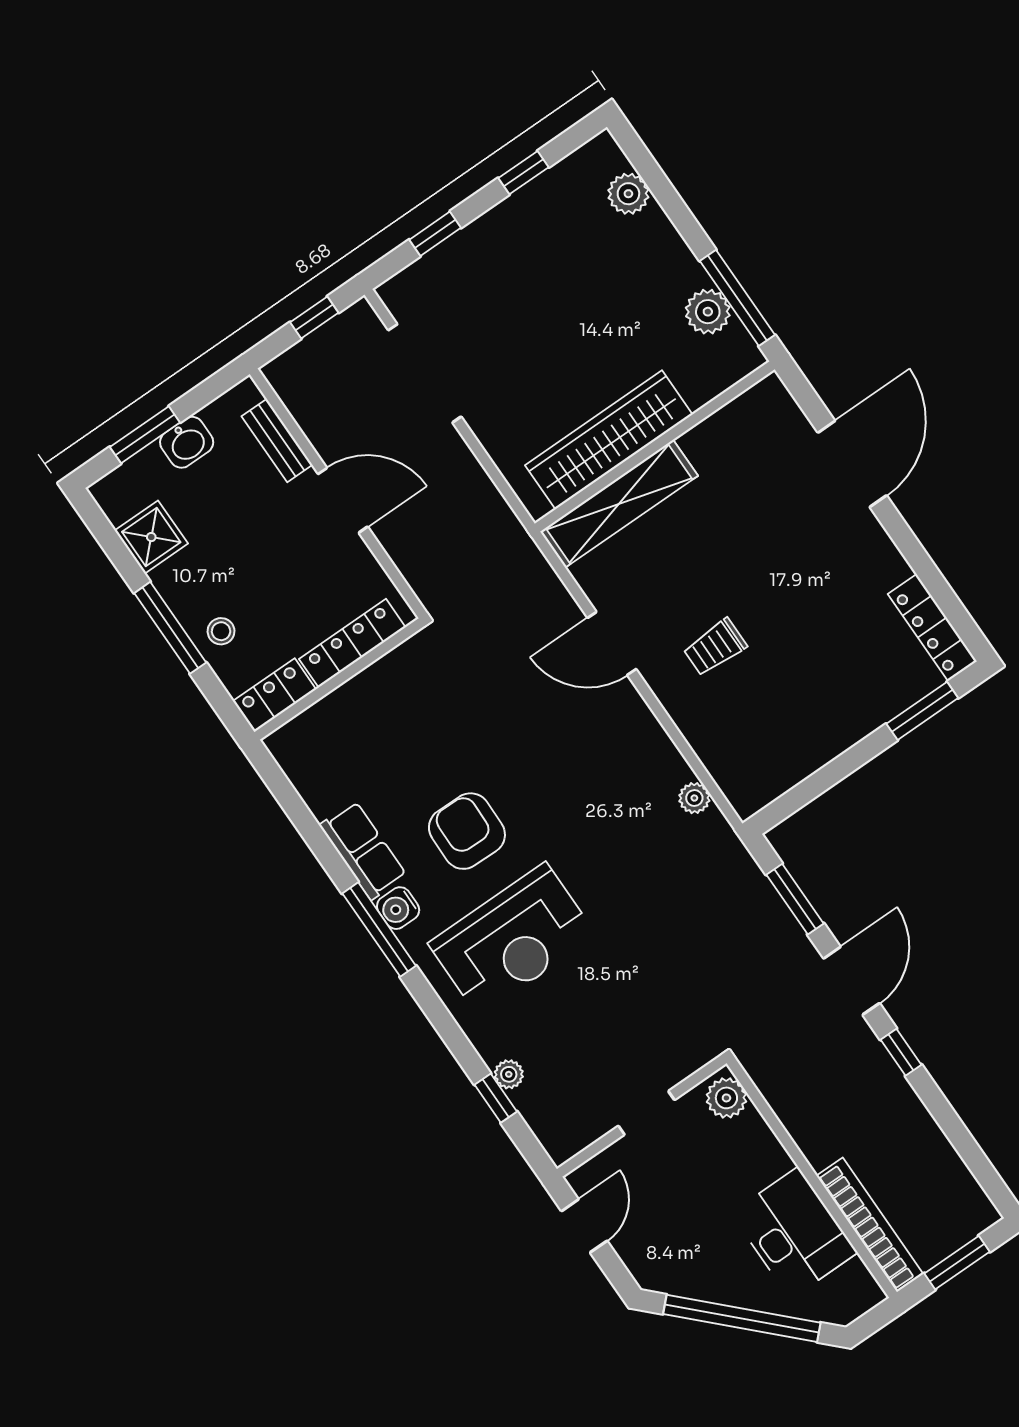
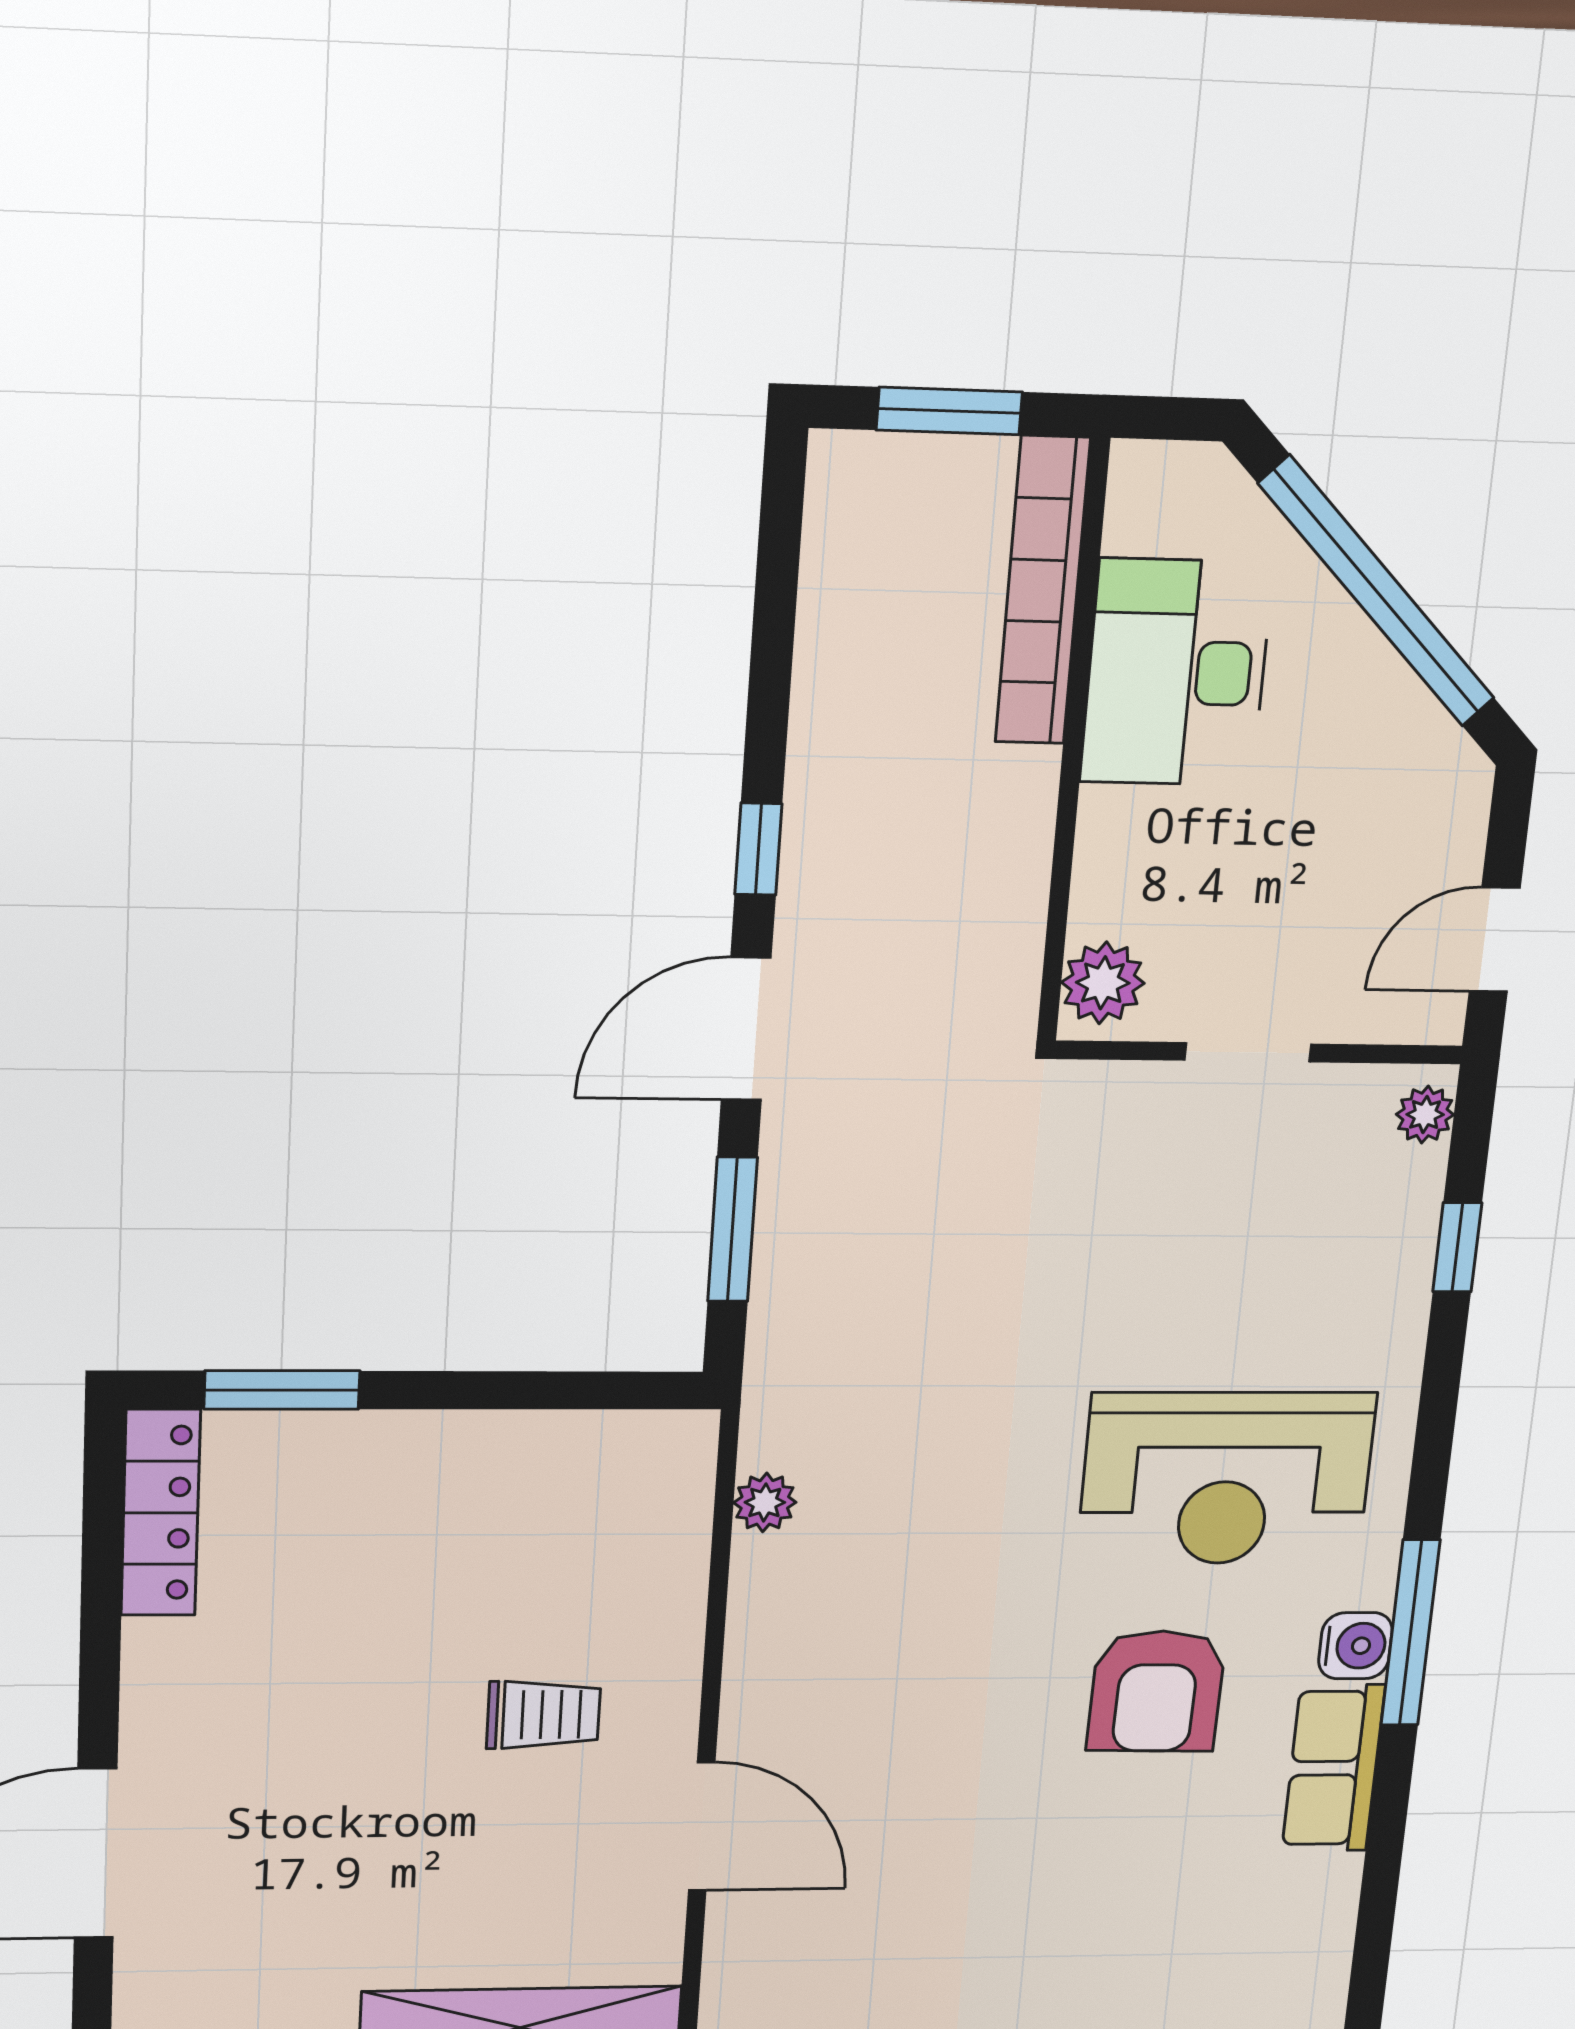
reception desk: (512, 939) -> (1226, 1478), turned 180
plant: (509, 1074) -> (1425, 1115), moved

